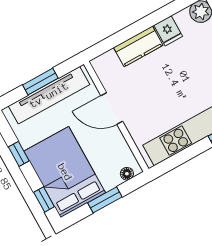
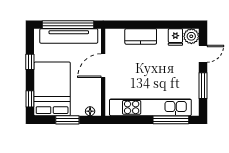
fridge: (168, 31) -> (175, 37), moved
window: (40, 82) -> (68, 25), width x2.11
door: (112, 108) -> (103, 66), hinge flipped

